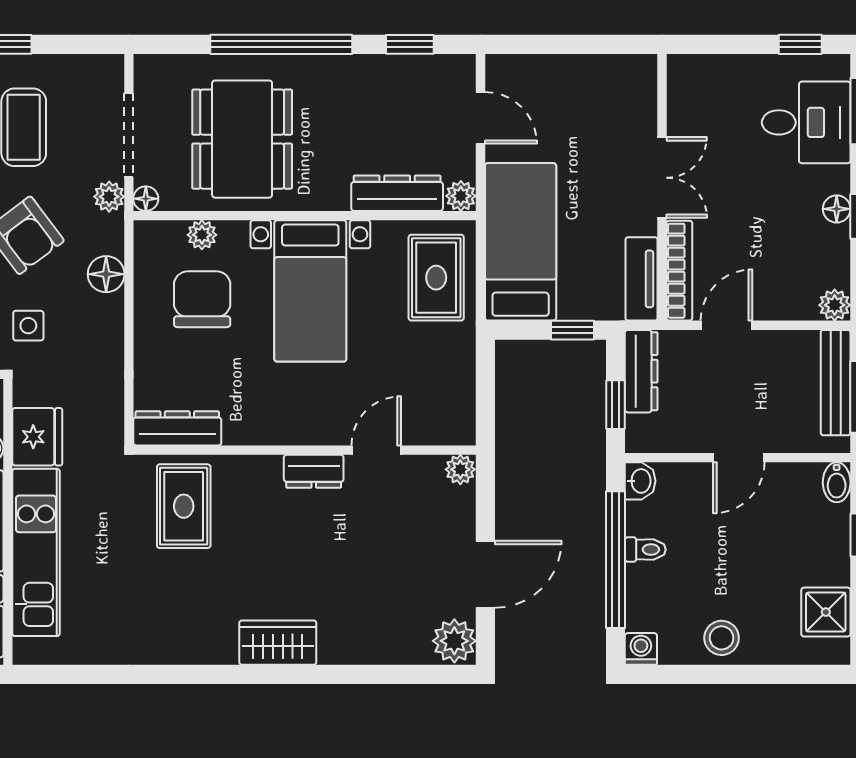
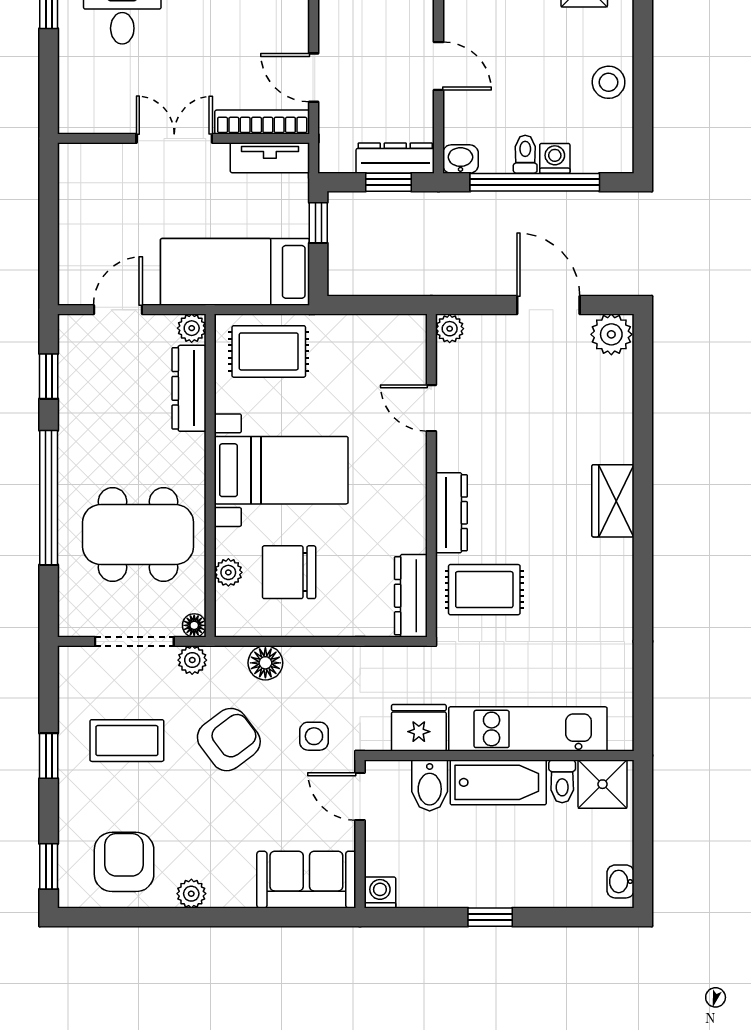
dresser: (641, 371) -> (395, 158), moved
dresser: (314, 471) -> (451, 513), moved, width x1.44
washing machine: (641, 649) -> (555, 158), moved, turned 90

